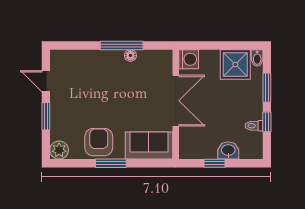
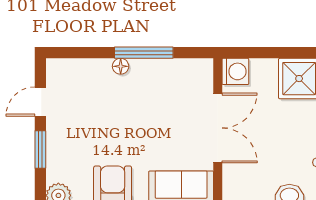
floor lamp: (130, 55) -> (121, 66), moved
door: (46, 81) -> (40, 102), hinge flipped

